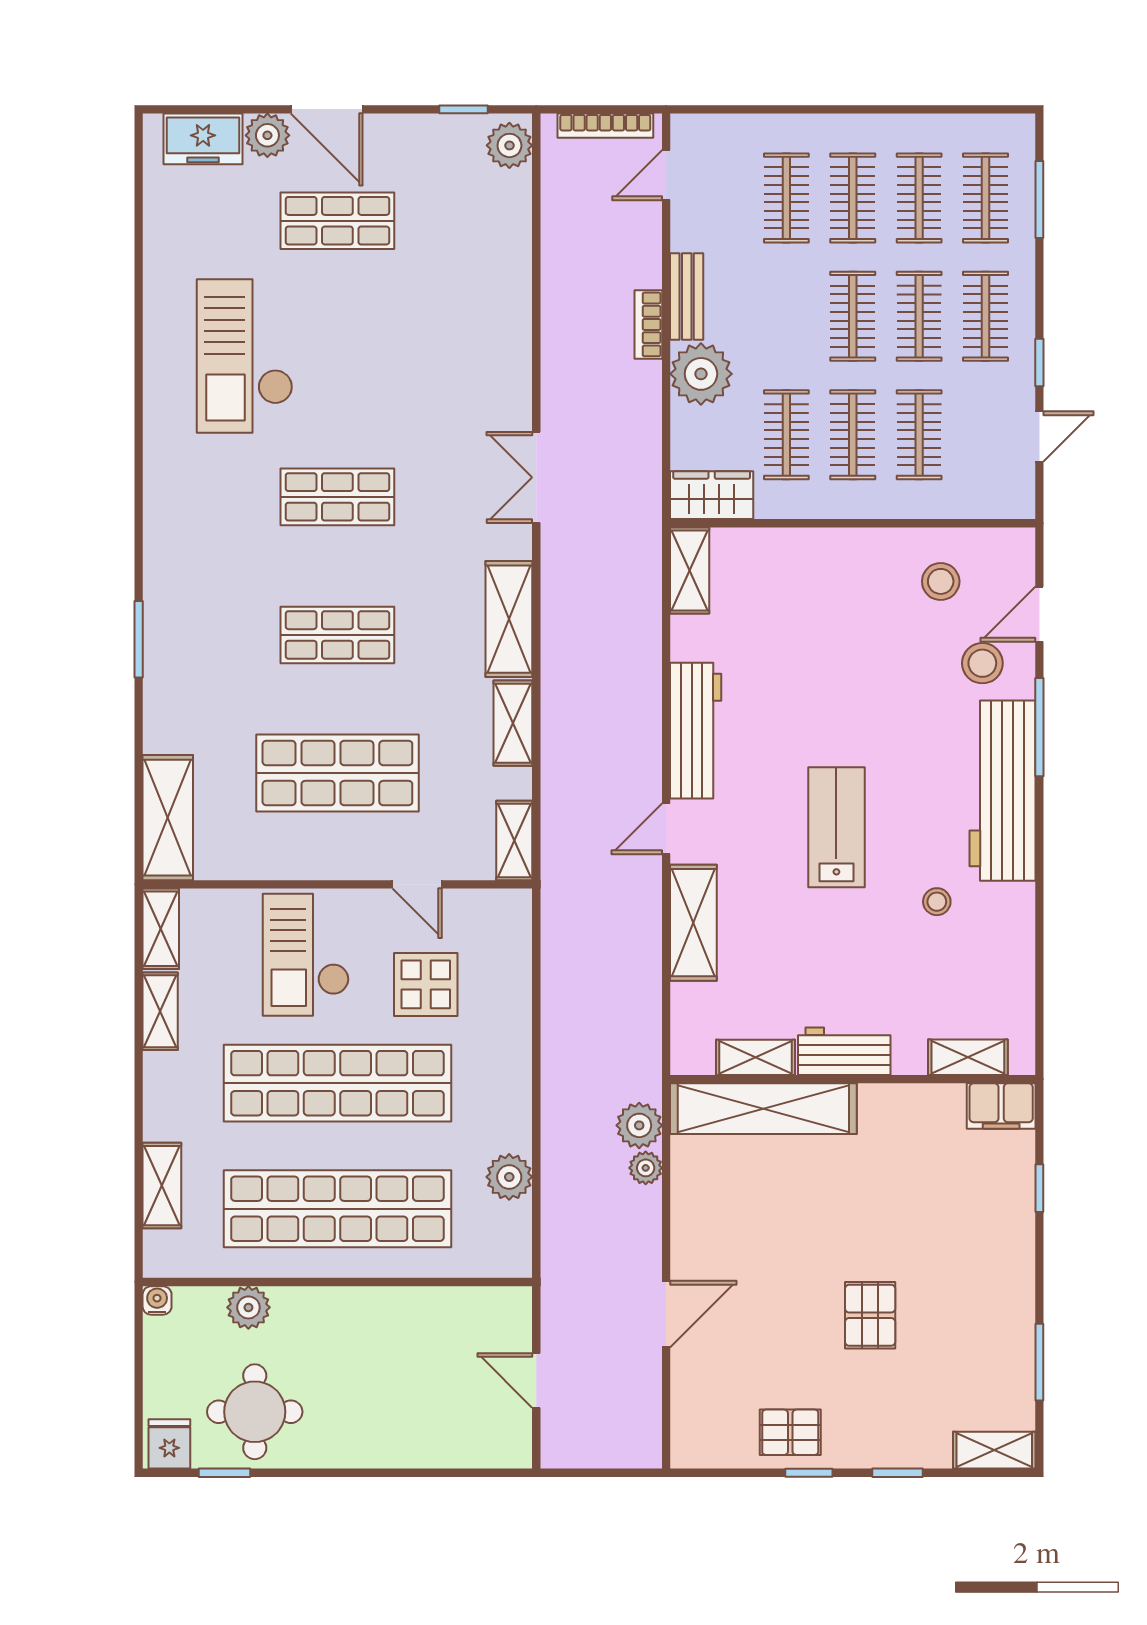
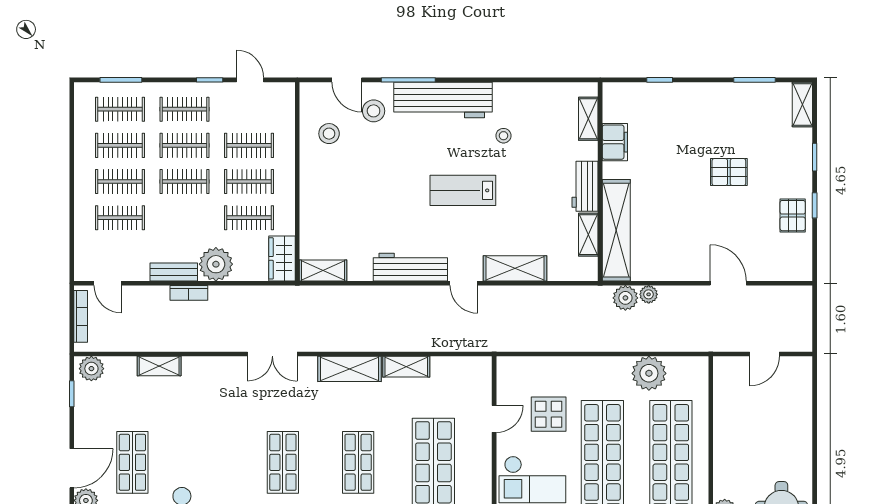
shelving: (514, 840) -> (159, 366), moved
filing cabinet: (1001, 1106) -> (615, 142), moved
plant: (509, 1177) -> (649, 373), width x1.36, depth x1.36

